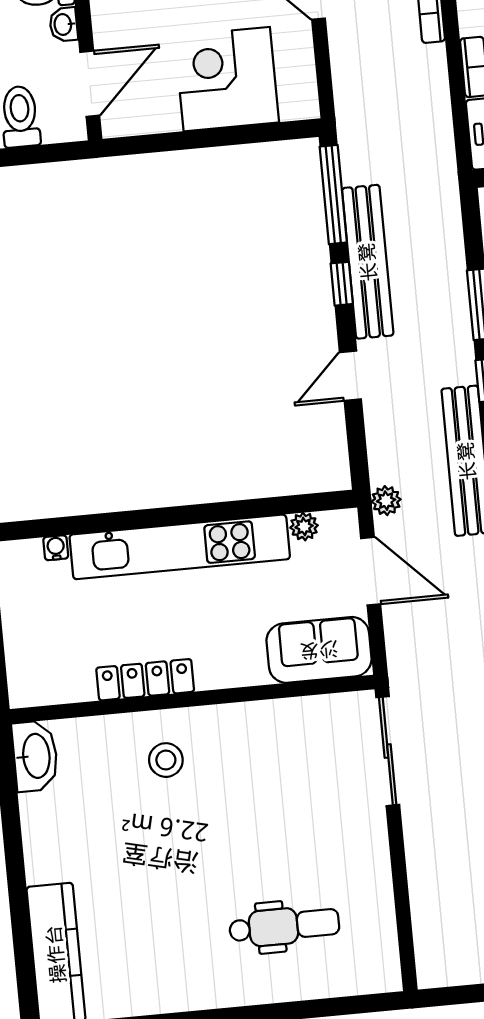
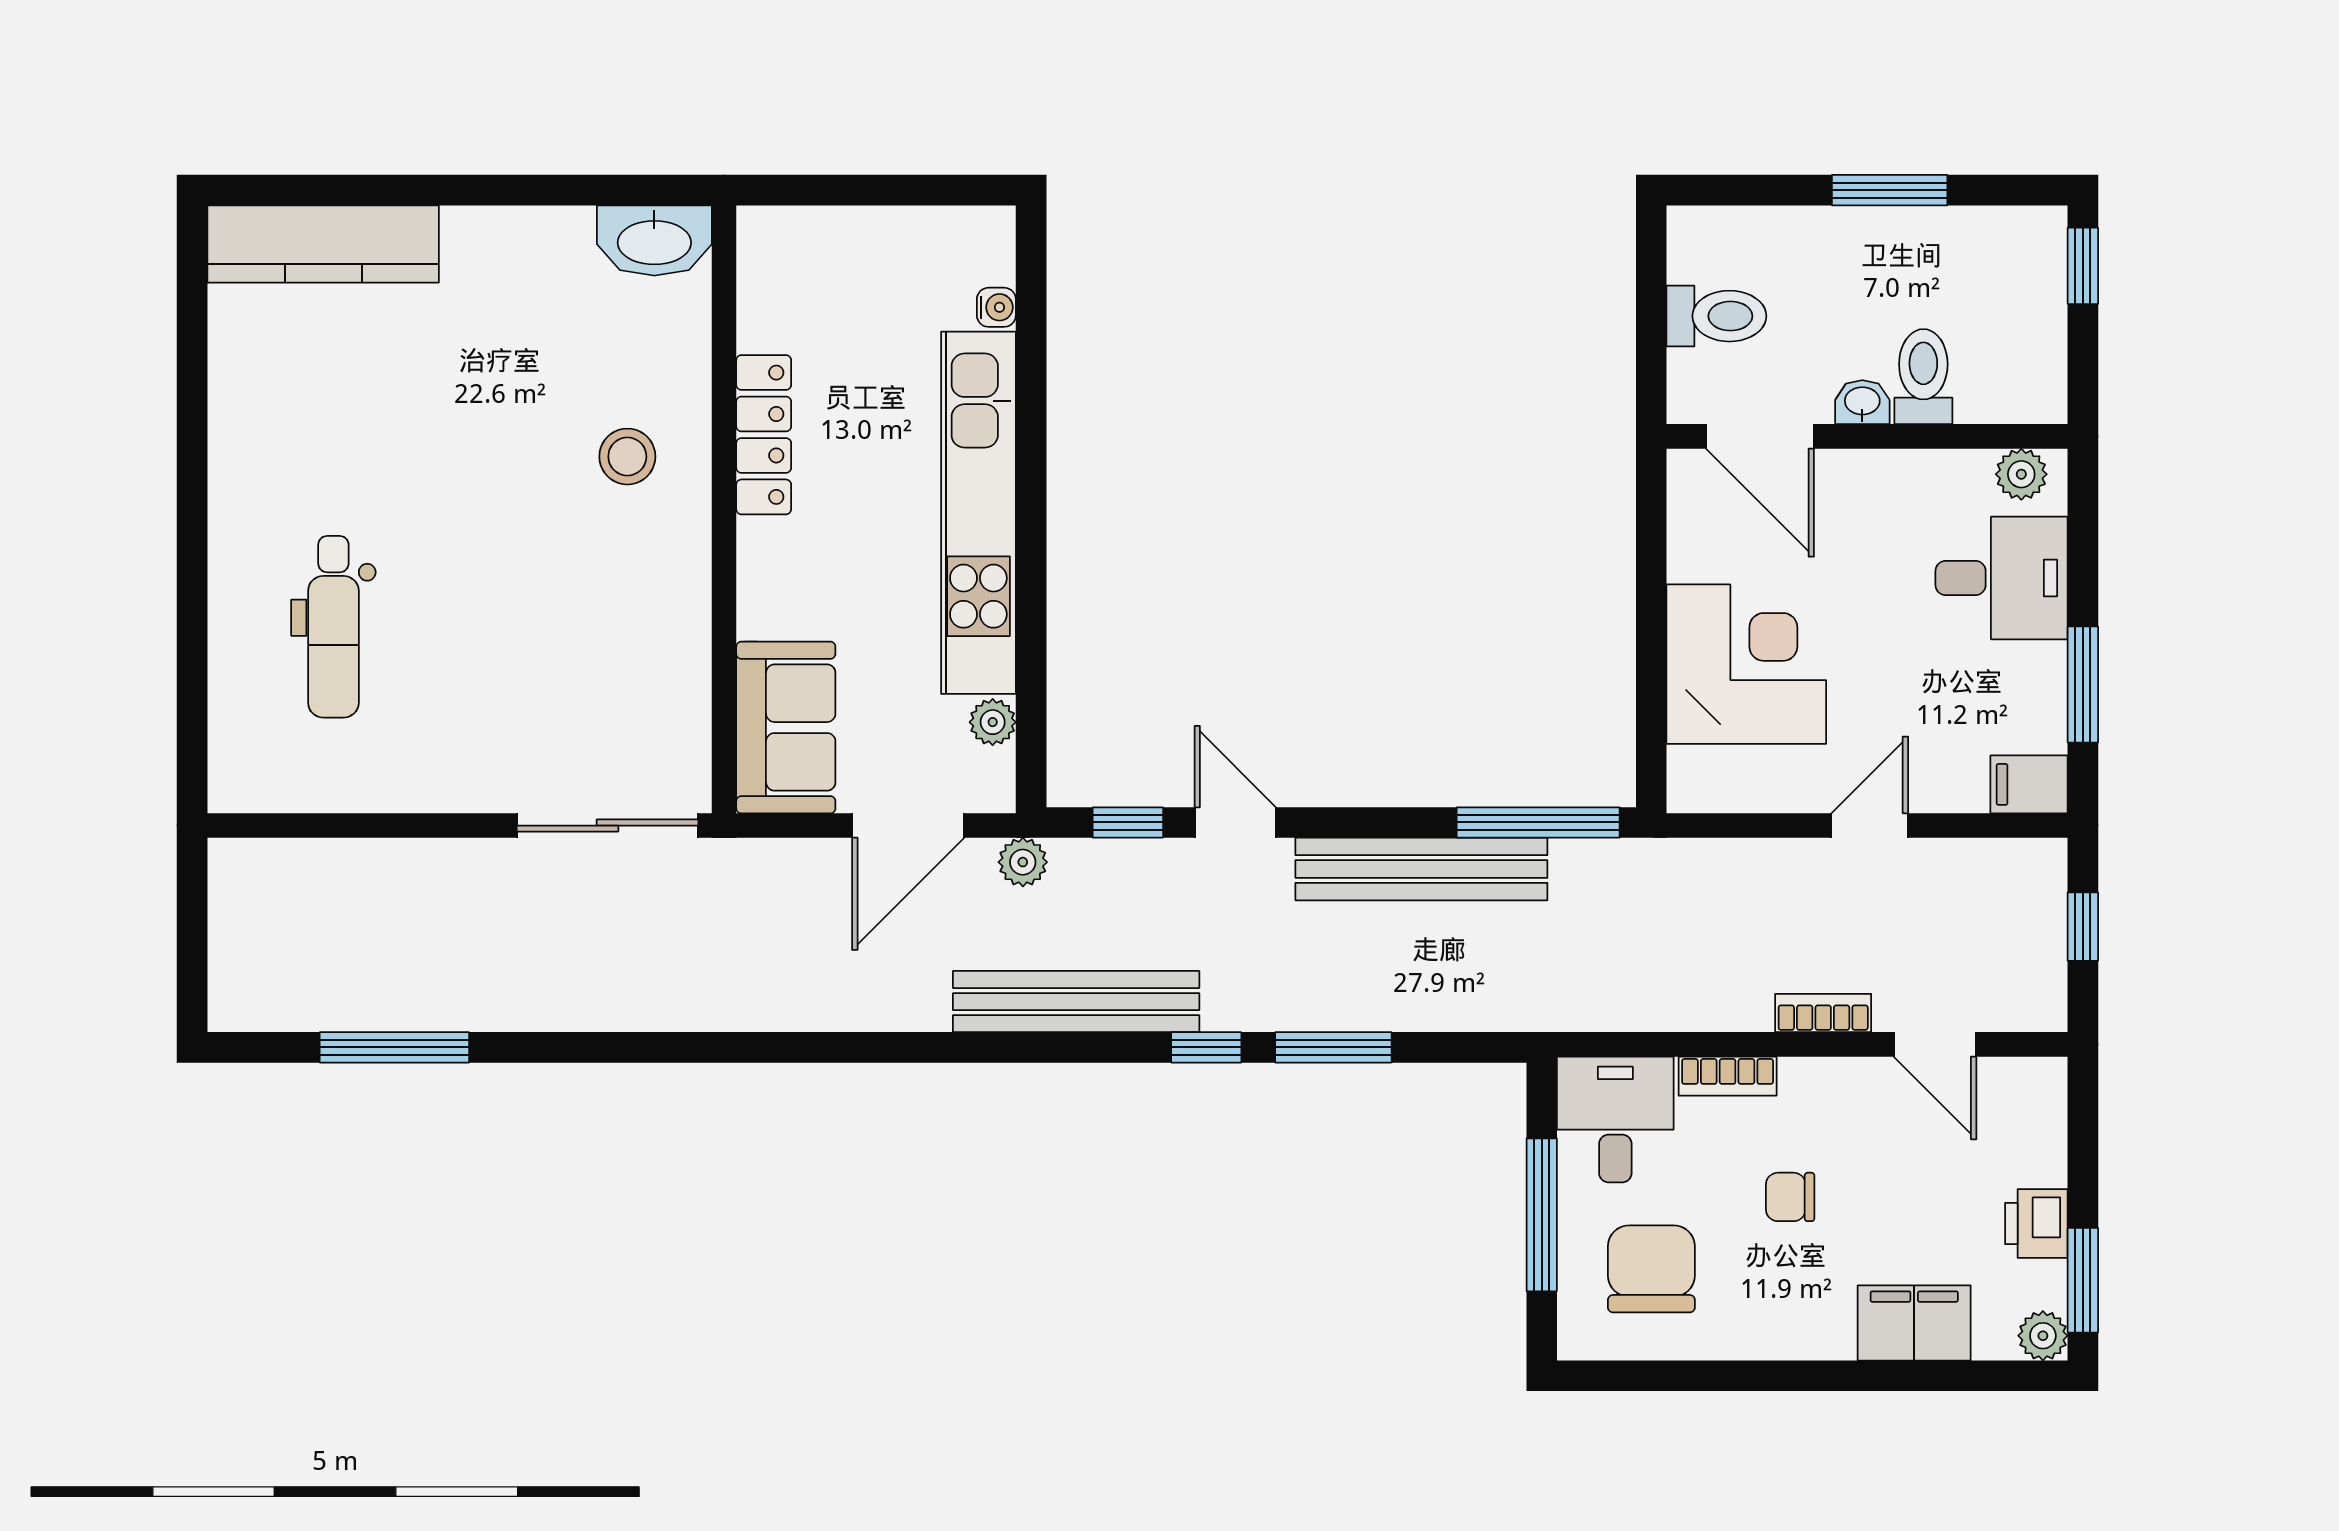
window: (342, 284) -> (1128, 822), moved

